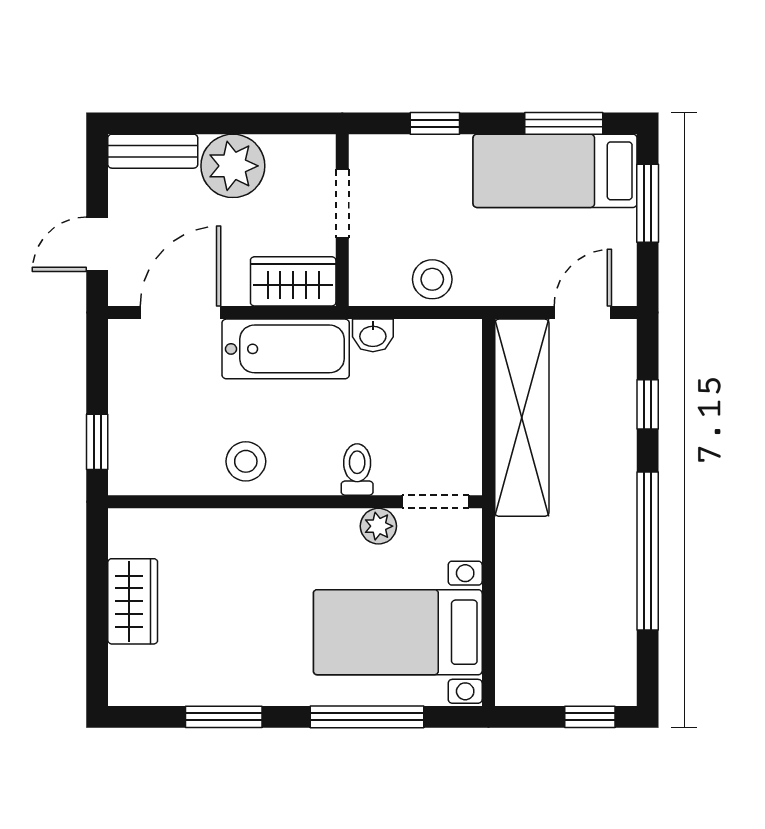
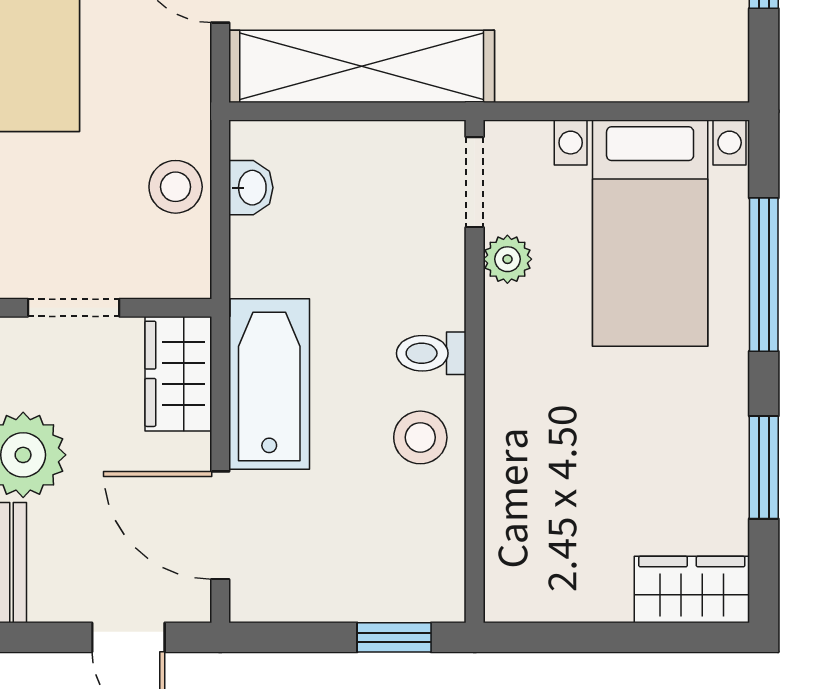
washbasin: (373, 335) -> (251, 188), moved
toilet: (357, 470) -> (431, 353), moved
wardrobe: (133, 601) -> (692, 590), moved

